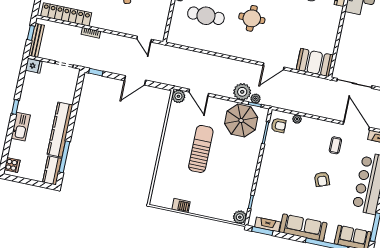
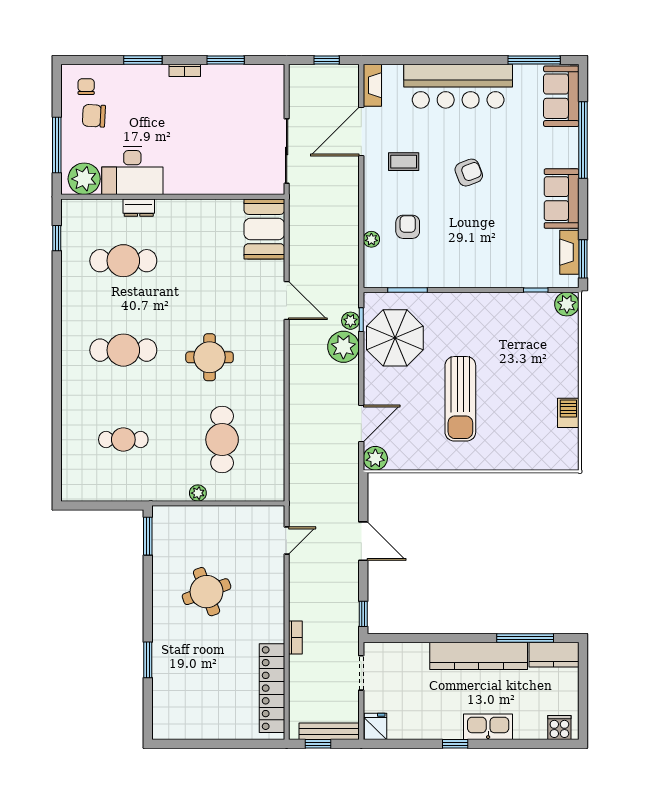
armchair: (279, 125) -> (408, 227), moved
sun lounger: (201, 149) -> (460, 399), turned -90
sofa: (303, 228) -> (562, 199), width x0.73

